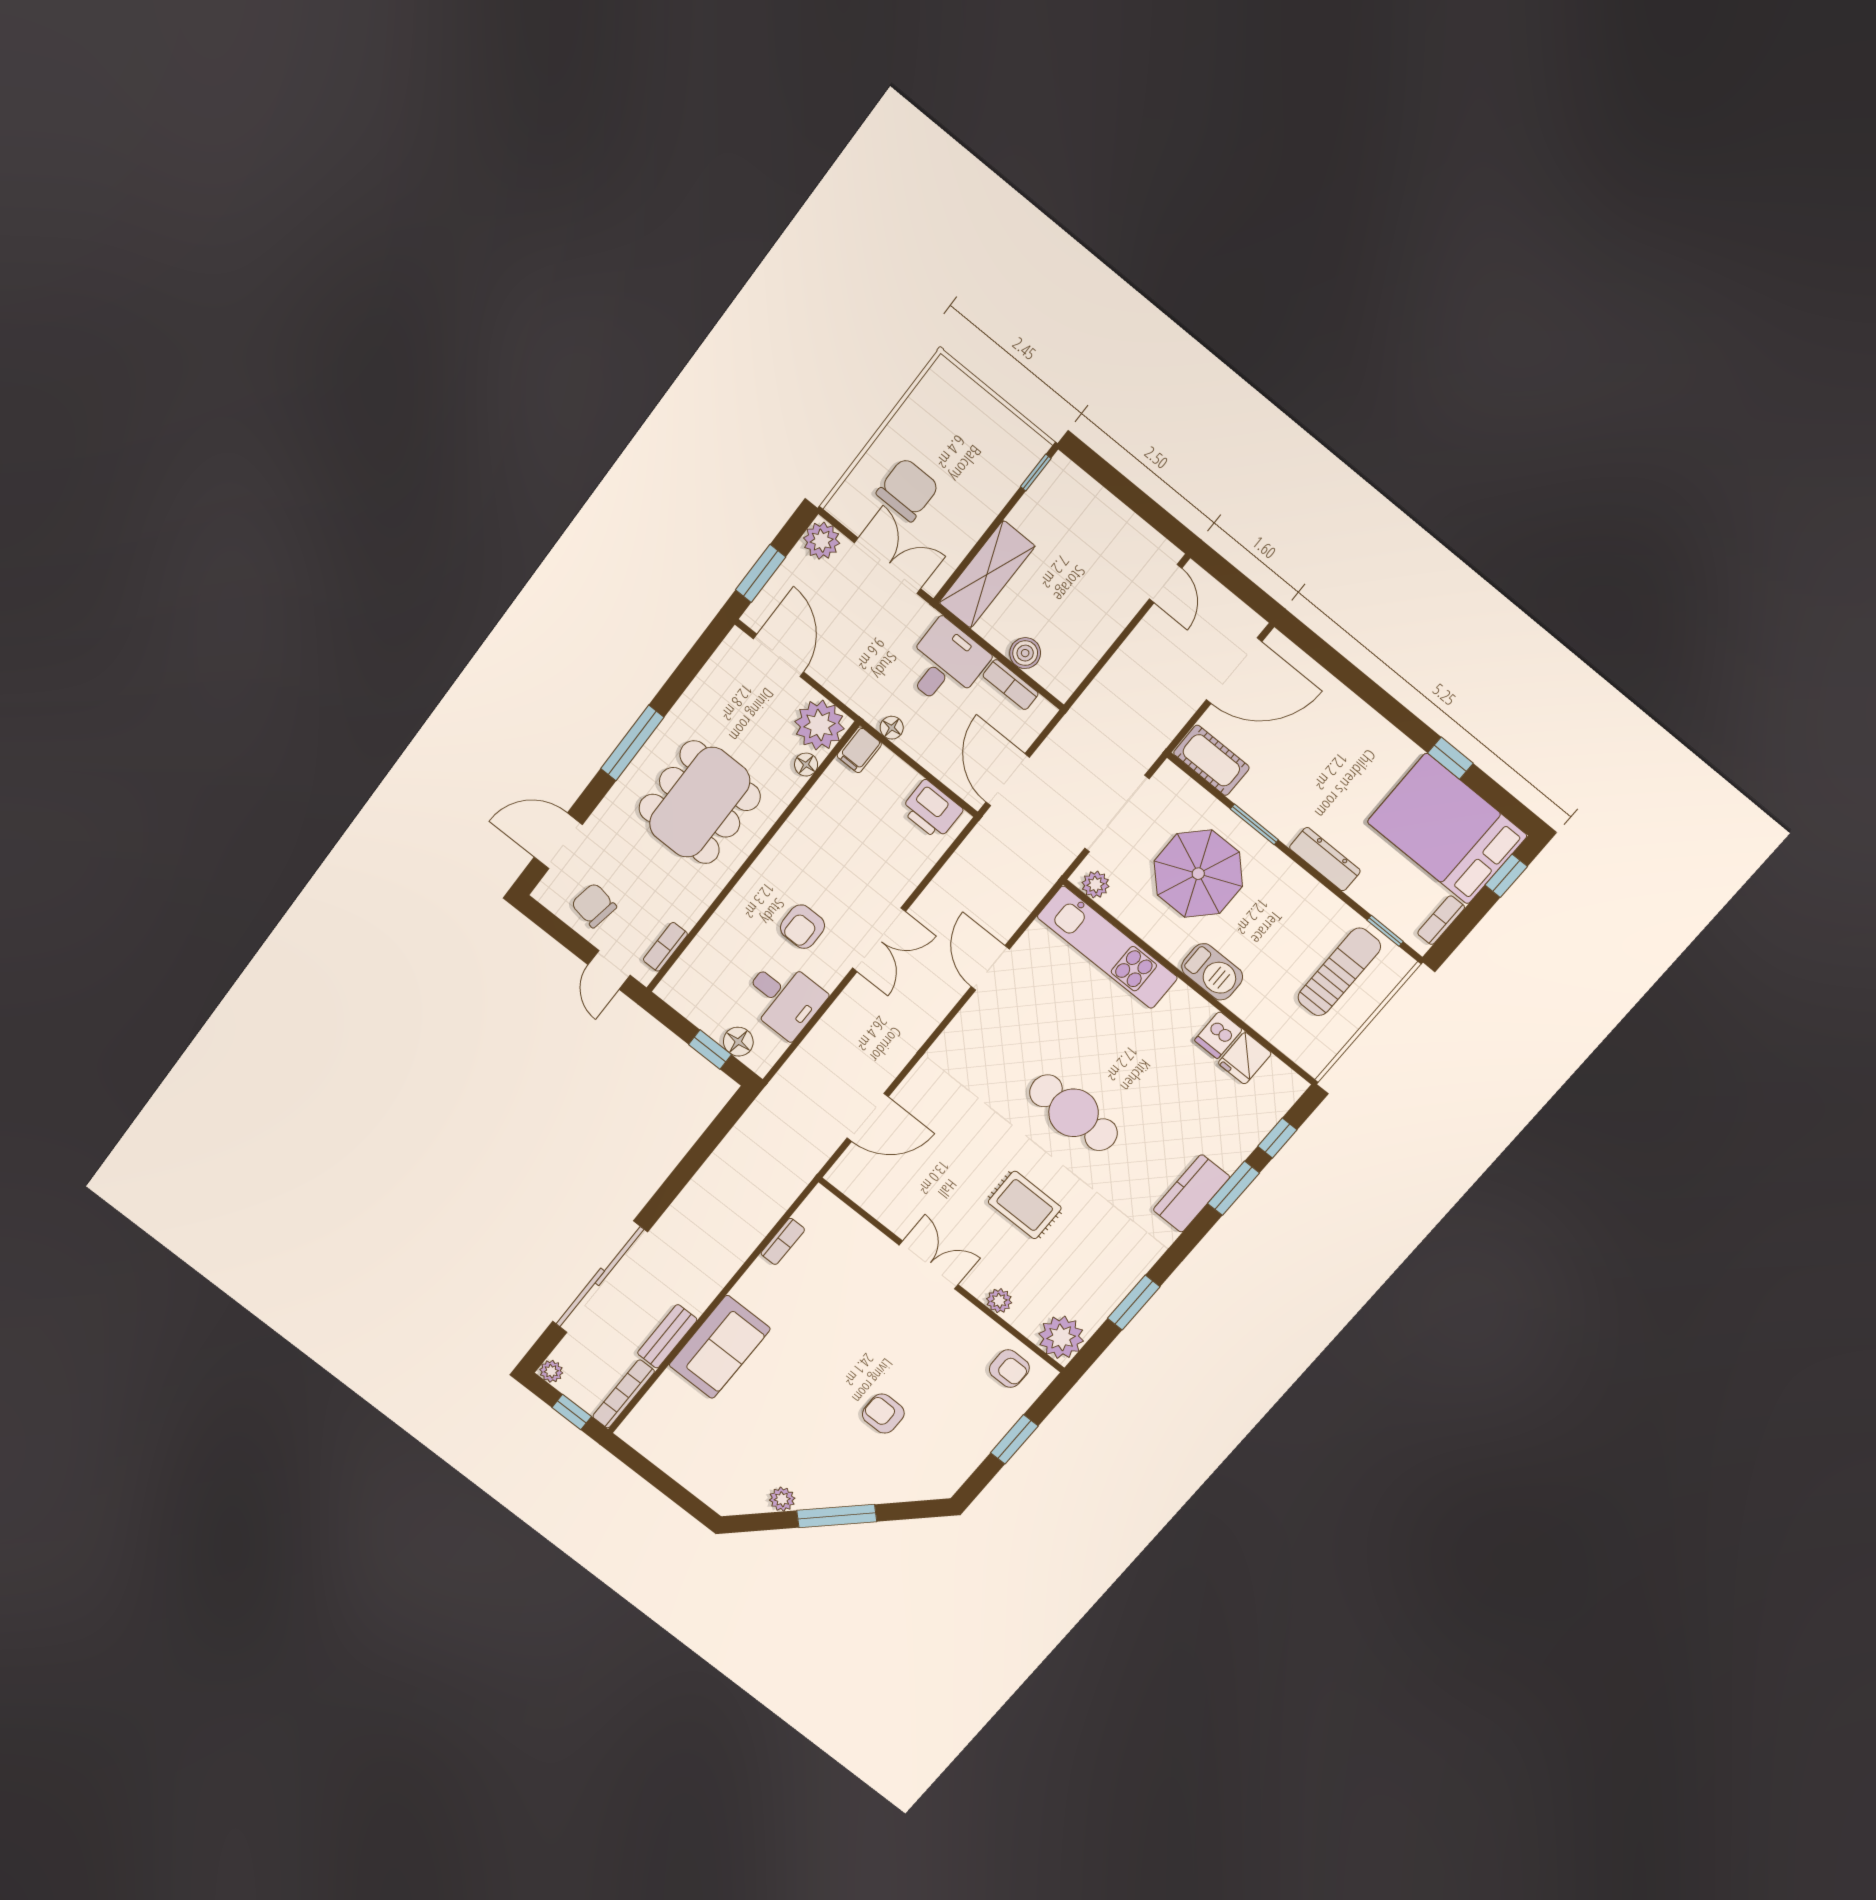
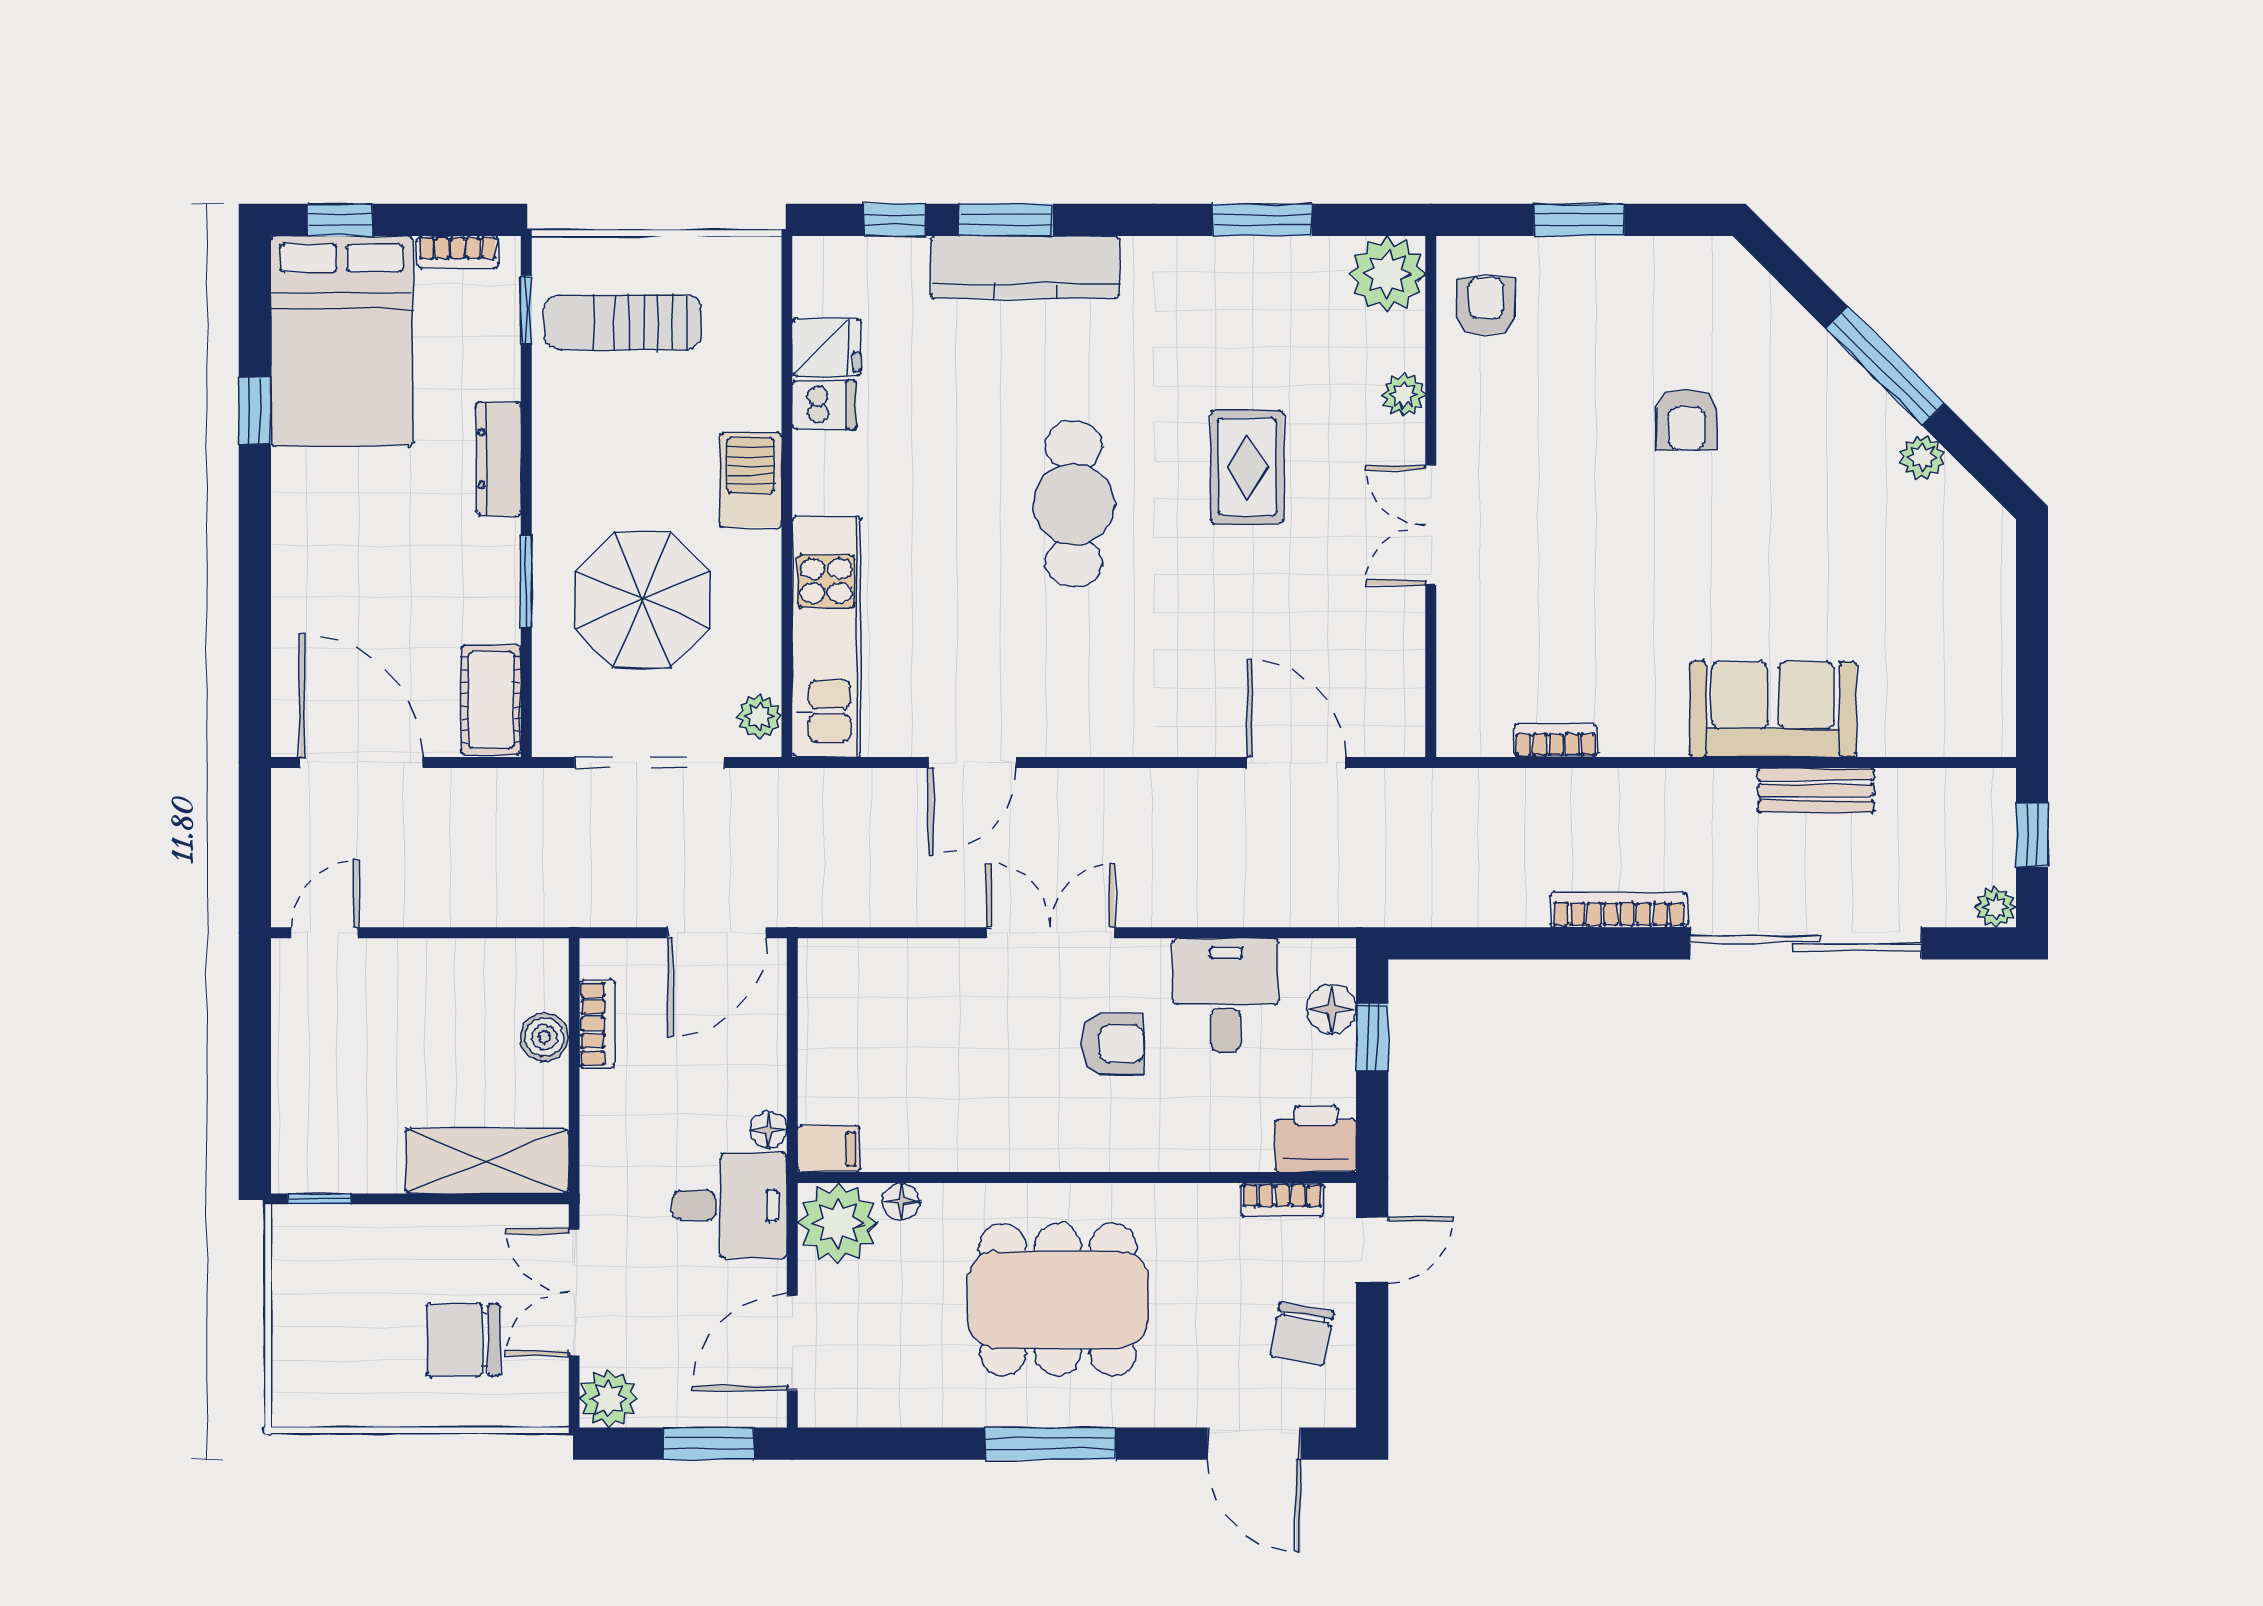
desk: (945, 664) -> (730, 1206), moved, turned 180
printer: (932, 810) -> (1316, 1139), moved, turned -90
kitchen counter: (1191, 1193) -> (1025, 267), width x1.50
bookcase: (624, 1394) -> (1619, 910), moved, turned 180

